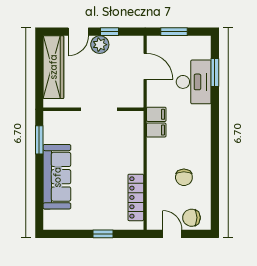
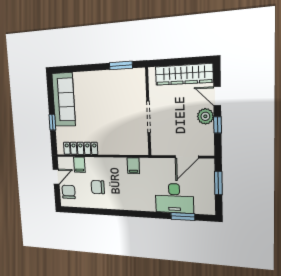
filing cabinet: (156, 114) -> (79, 165), moved
sofa: (57, 177) -> (64, 100), moved, turned -90

